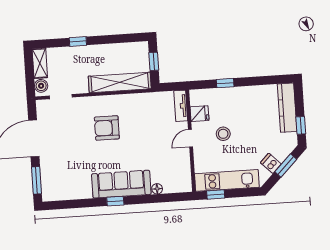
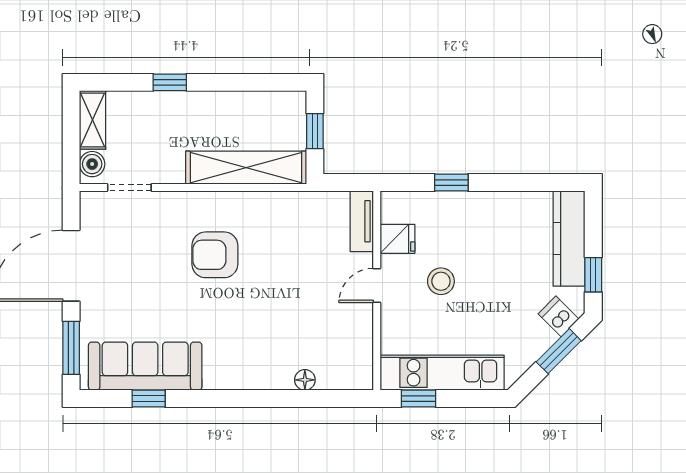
dishwasher: (271, 163) -> (559, 316), moved
sofa: (121, 184) -> (145, 366), moved
window: (115, 201) -> (149, 399), moved

